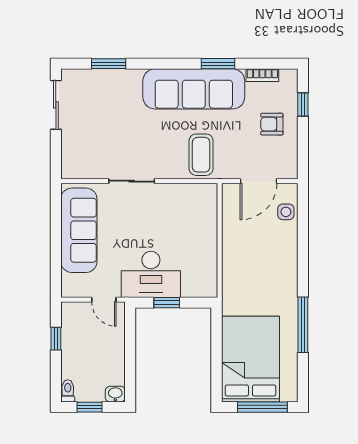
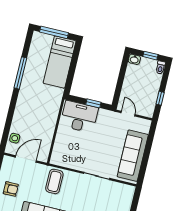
desk: (151, 274) -> (79, 117), moved
bed: (250, 359) -> (60, 62), width x0.67

